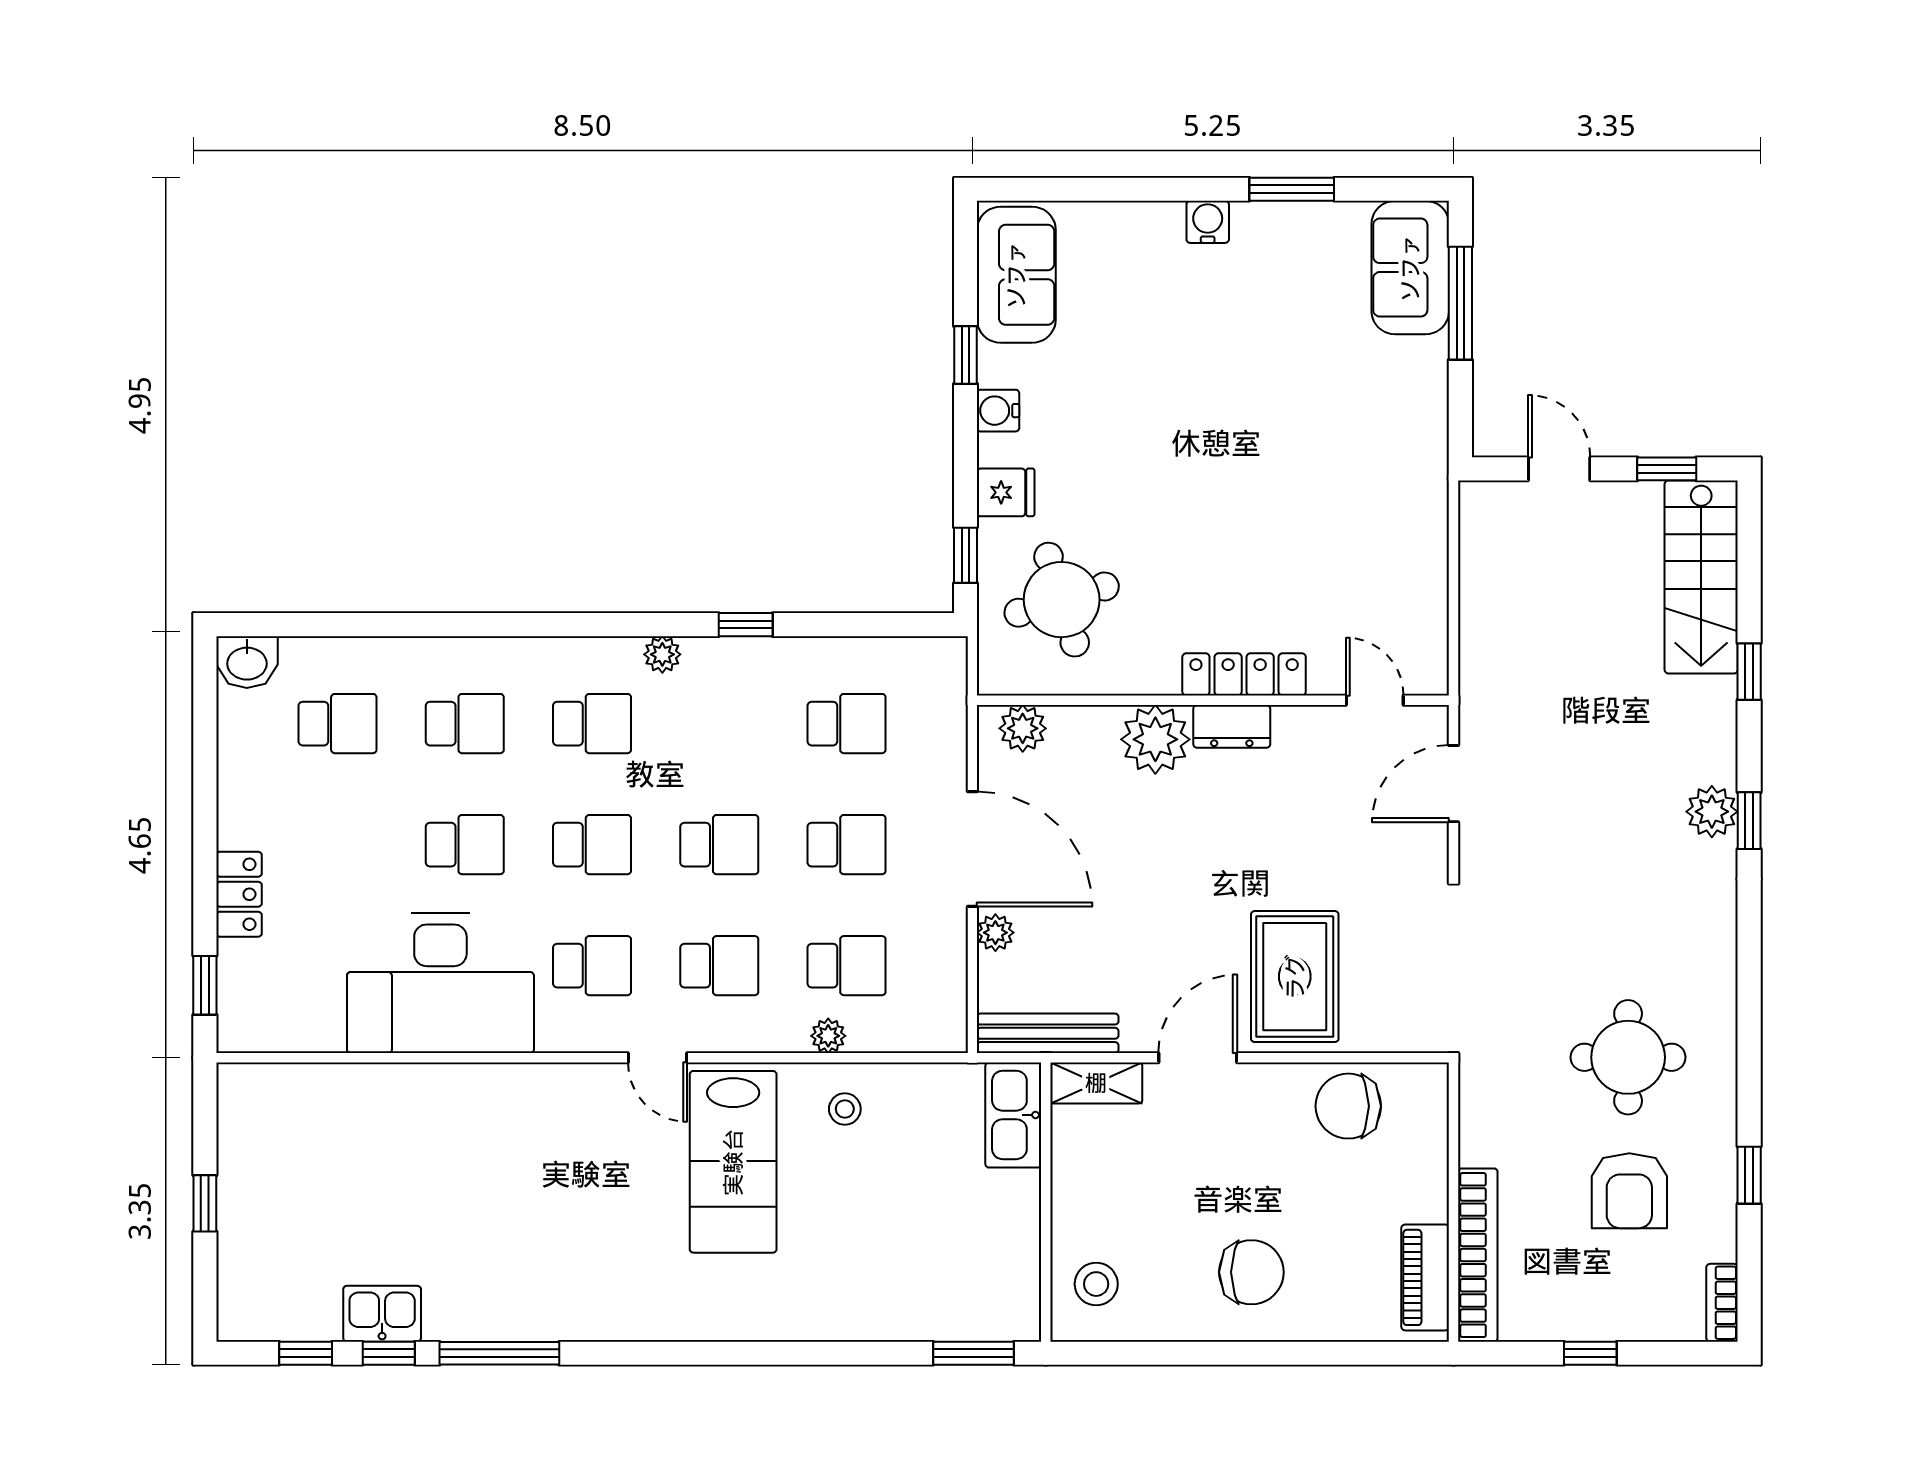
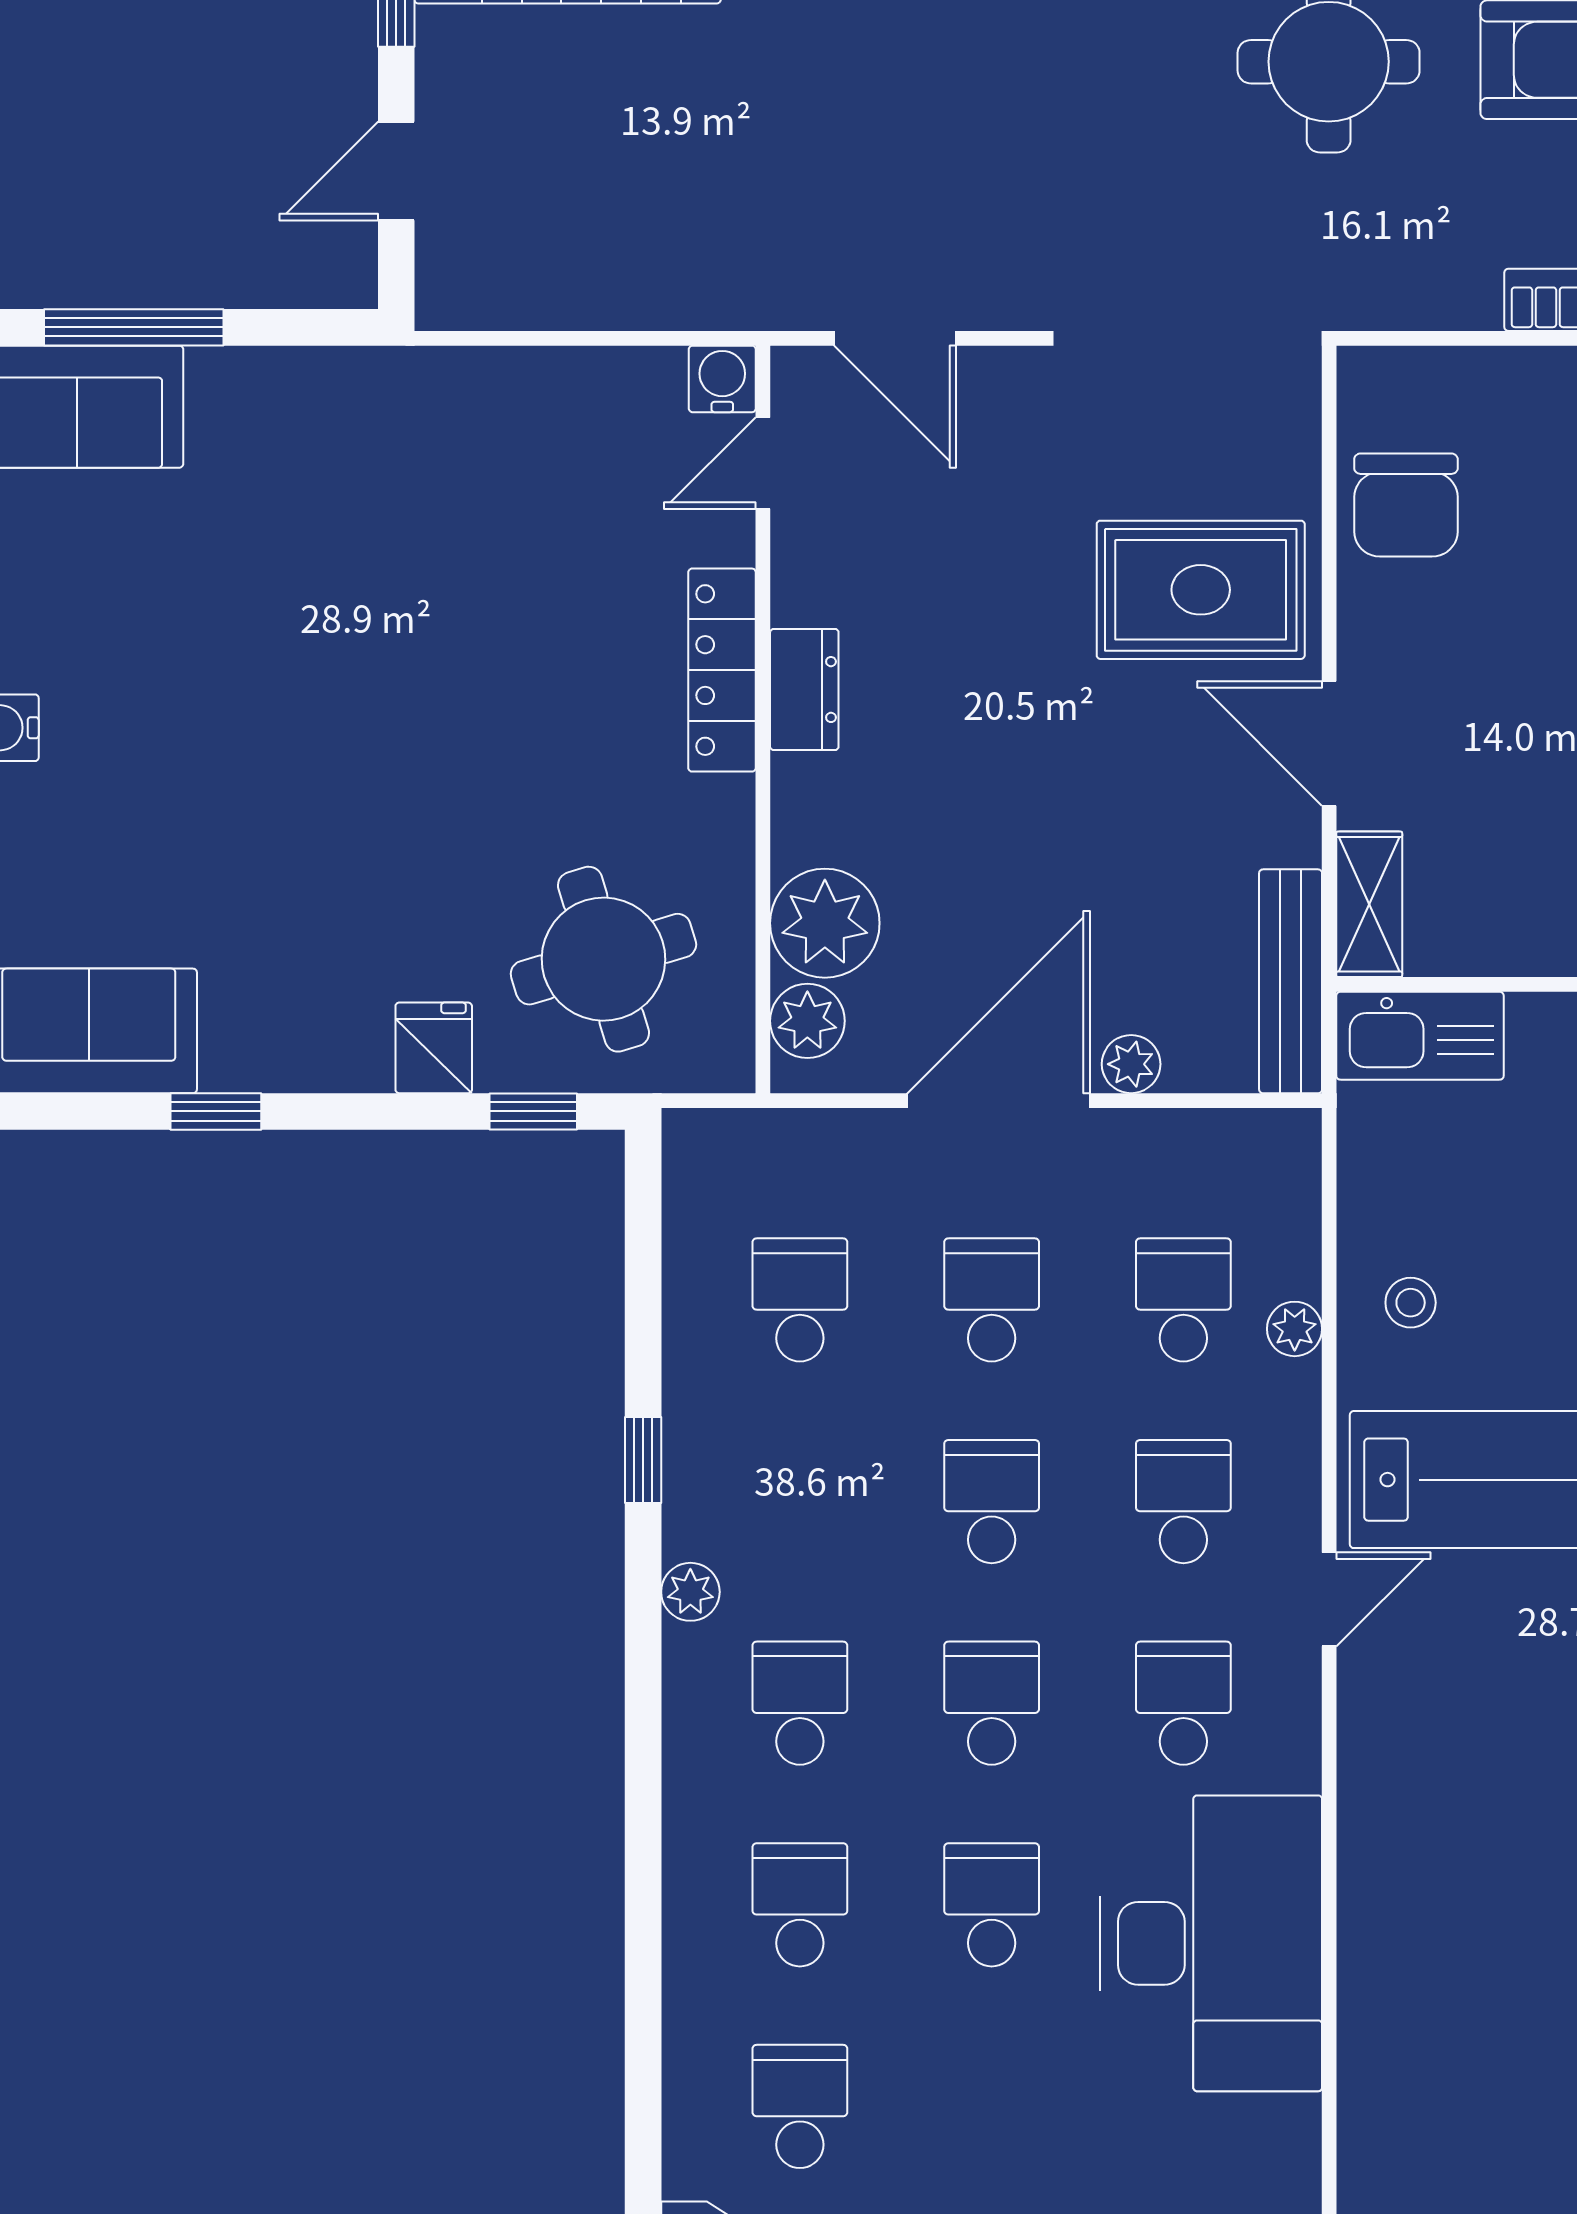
water cooler: (998, 411) -> (722, 379), moved, turned 180
plant: (1155, 739) -> (825, 923), moved

